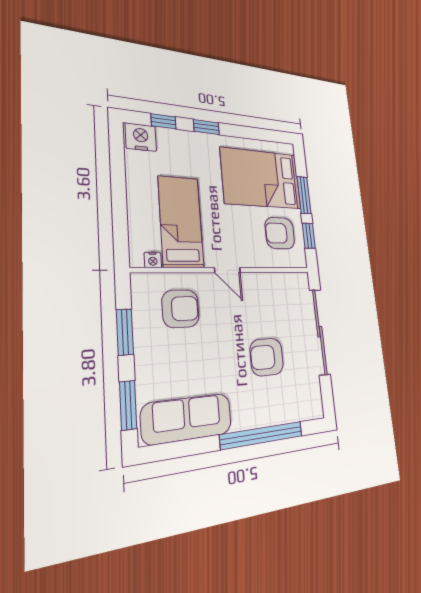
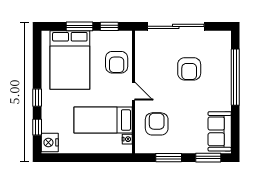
armchair: (280, 233) -> (117, 62), moved
door: (227, 270) -> (133, 91), hinge flipped
sofa: (187, 419) -> (220, 131), width x0.73

